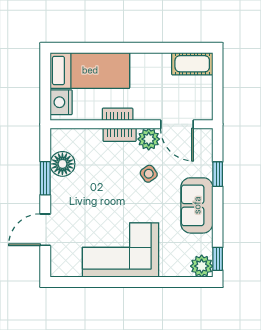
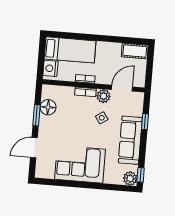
door: (177, 124) -> (122, 88), swing flipped
sofa: (197, 205) -> (130, 140), width x1.36

